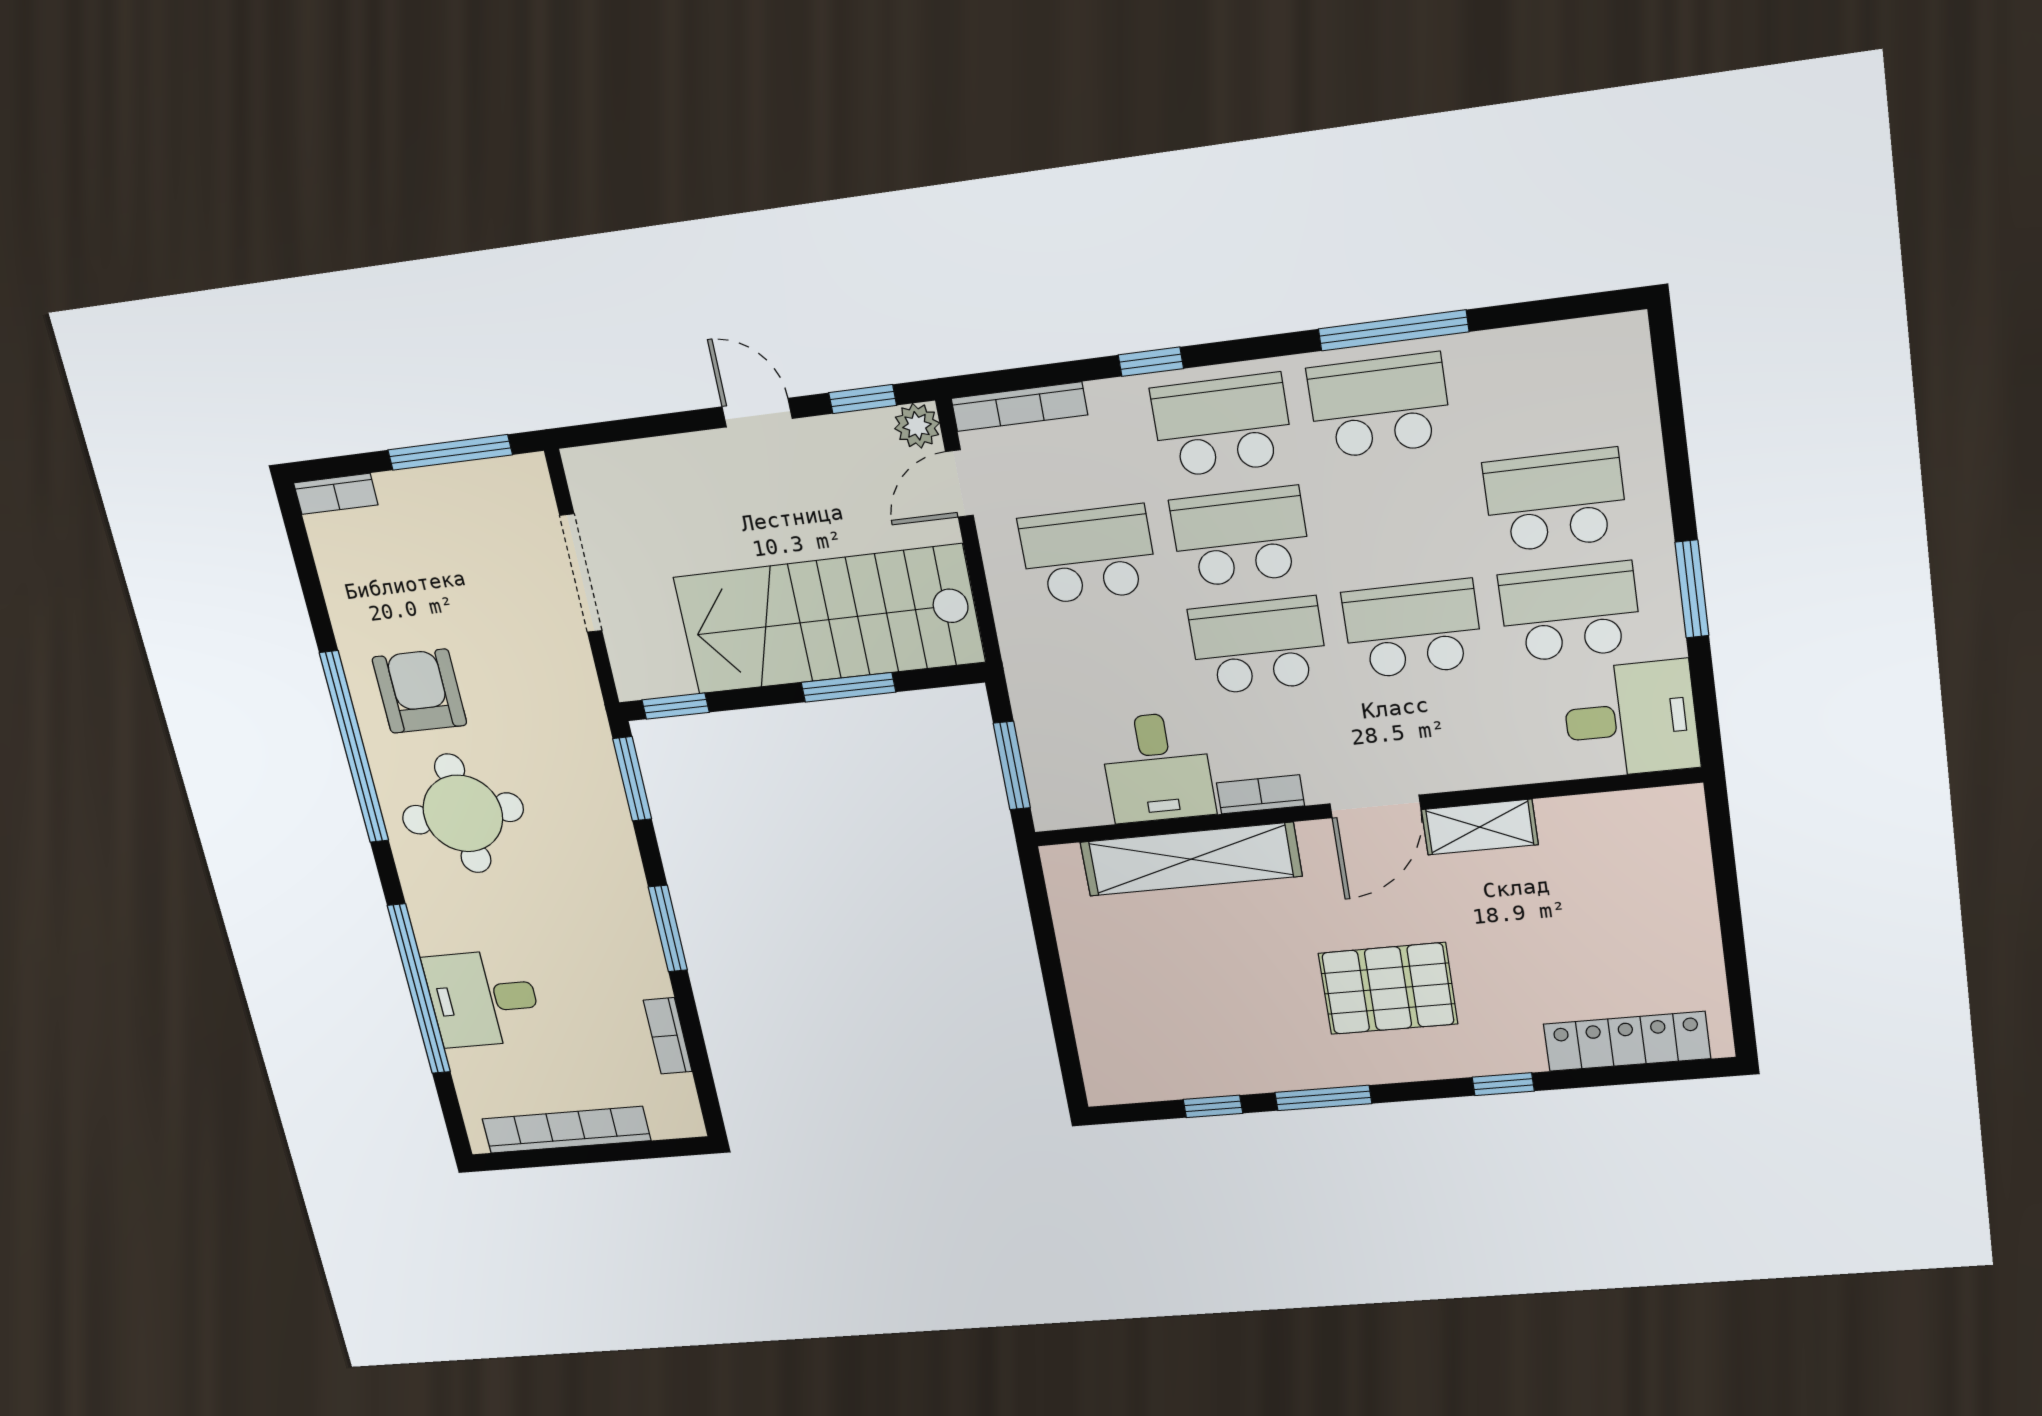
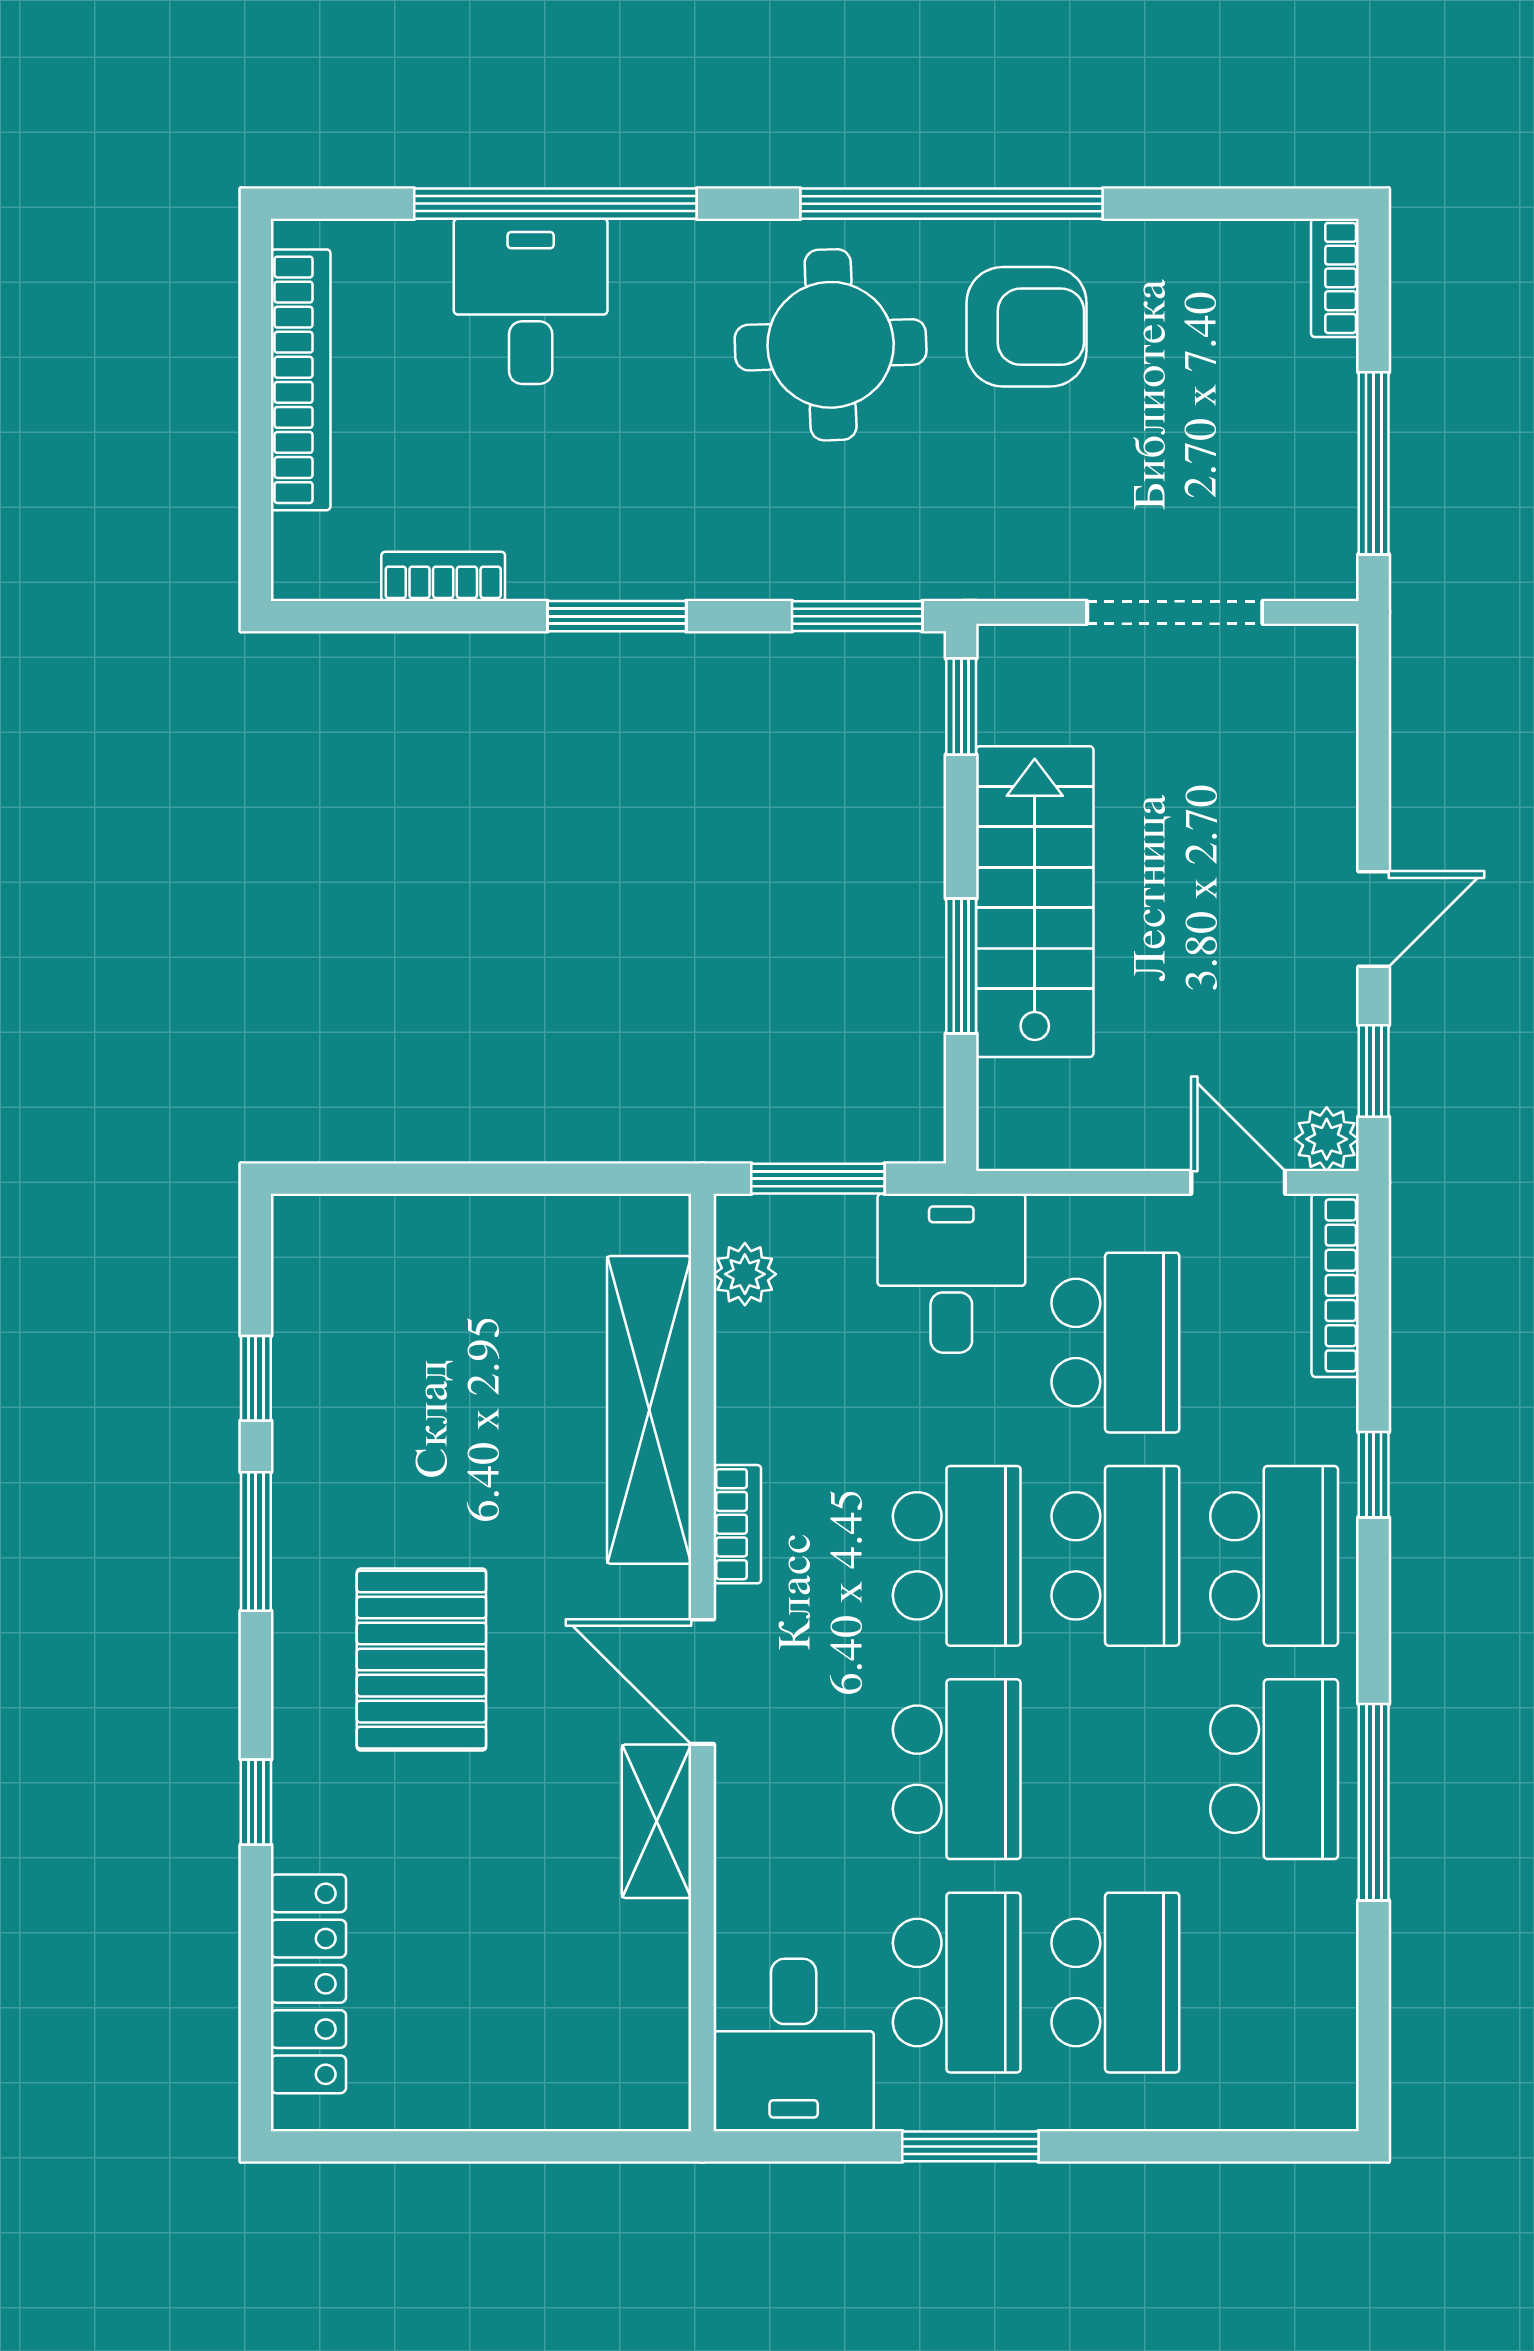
stairs: (829, 620) -> (1035, 902), width x0.73, depth x0.66
desk: (1157, 767) -> (951, 1273), moved, turned 90
plant: (1086, 806) -> (745, 1274), added

